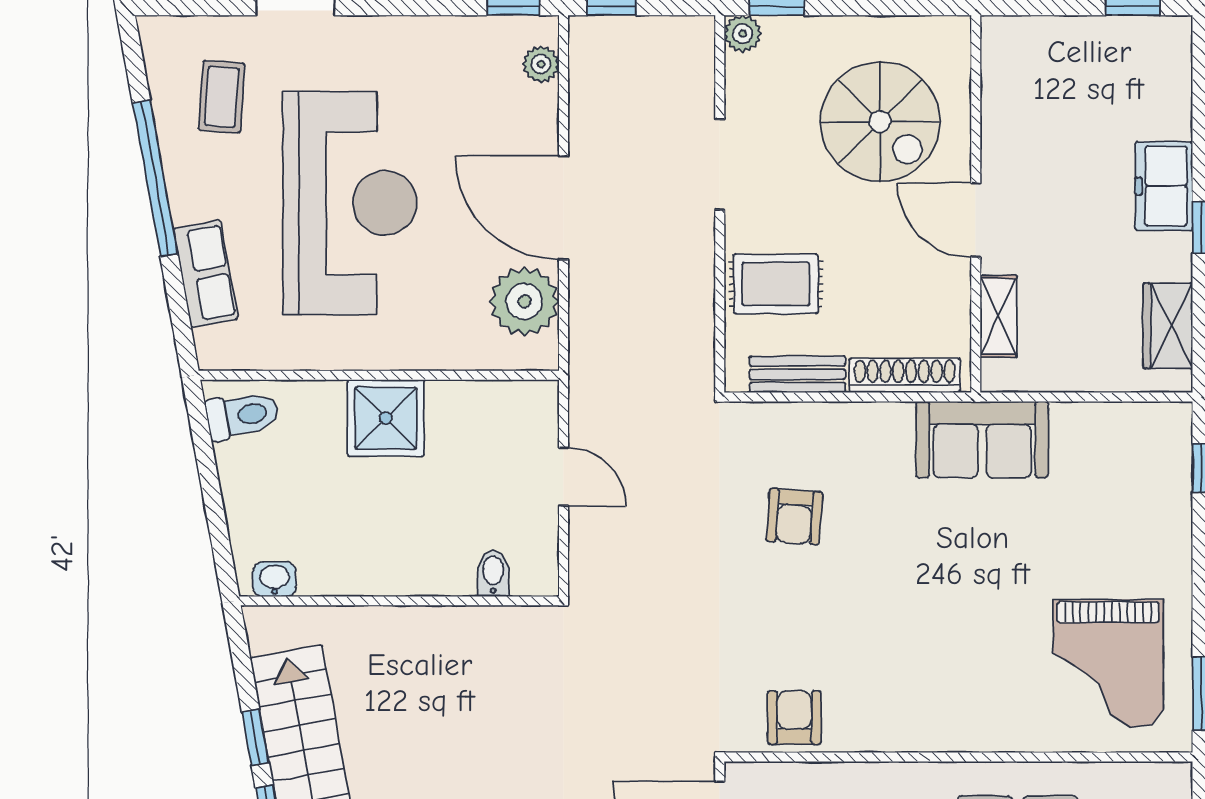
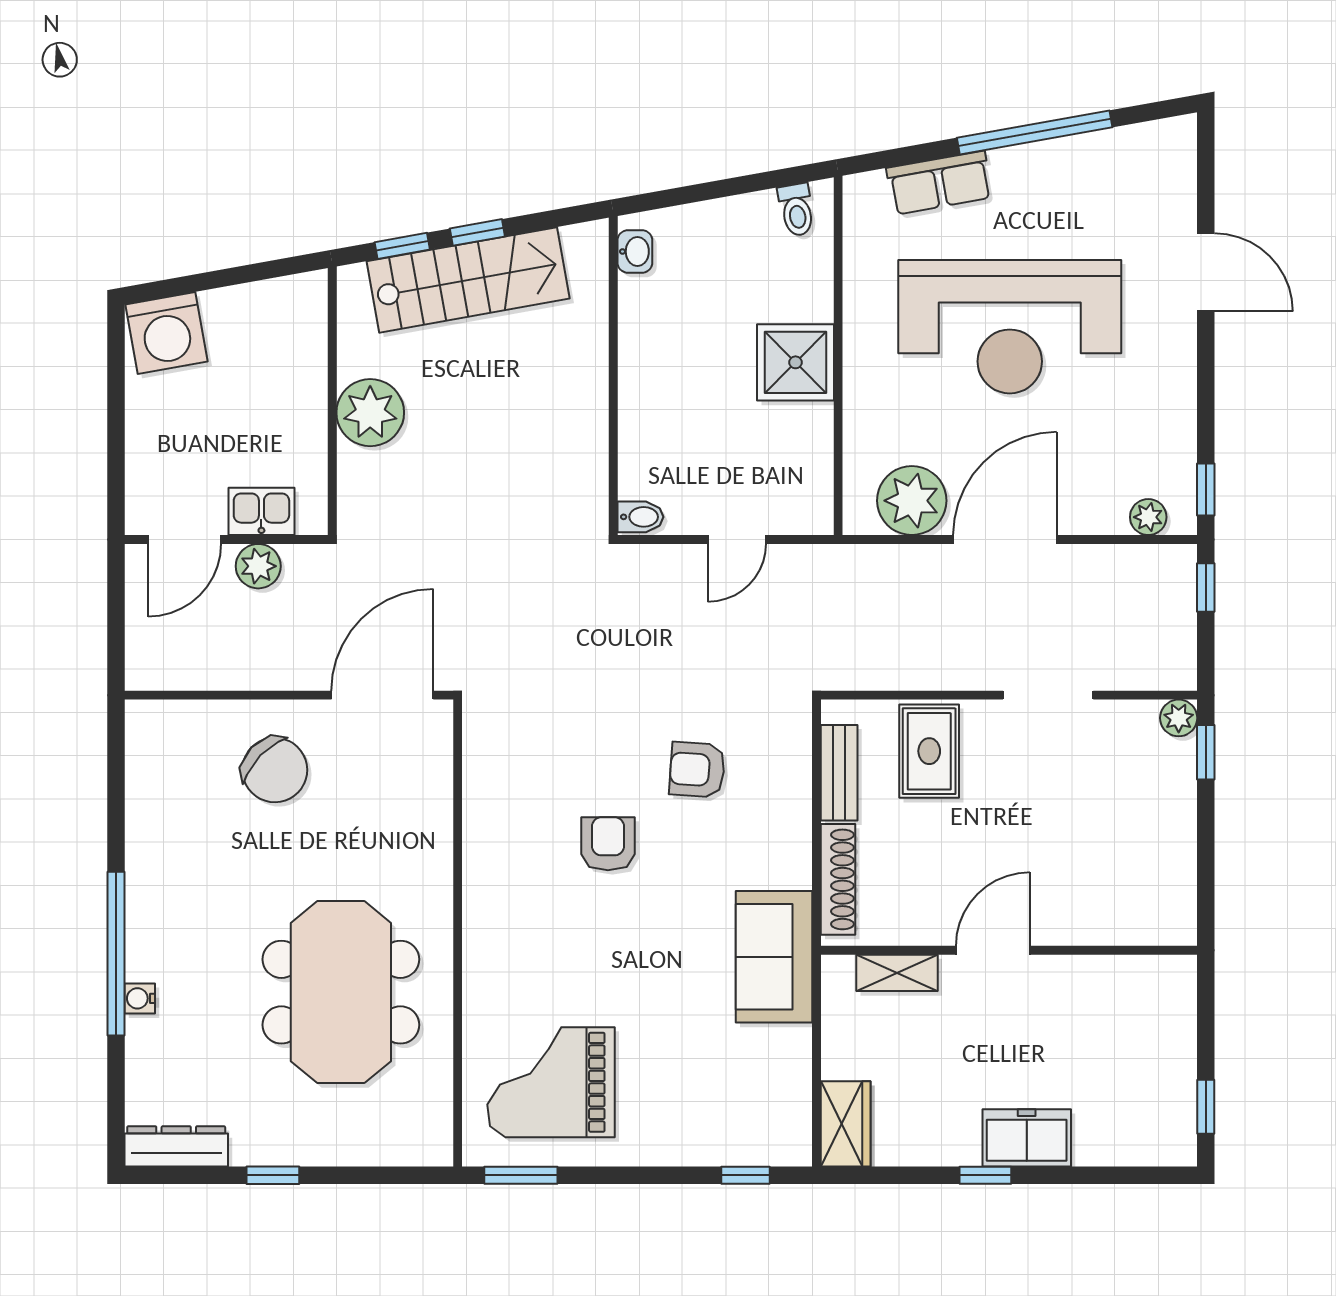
coffee table: (222, 97) -> (1116, 199), removed
spiral stairs: (880, 122) -> (1091, 855), removed
wardrobe: (1168, 326) -> (846, 1124), moved, turned 90
toilet: (242, 415) -> (796, 210), width x0.73, depth x0.72
bidet: (493, 574) -> (640, 517), moved
armchair: (794, 717) -> (608, 844), moved, turned -90

